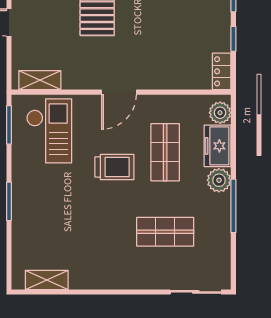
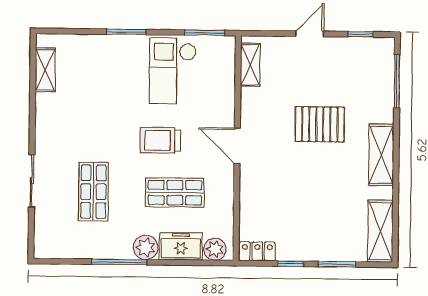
checkout: (49, 131) -> (173, 71), moved, turned 90
trolley: (114, 167) -> (160, 140), turned 90
sliding door: (196, 292) -> (32, 181), moved

